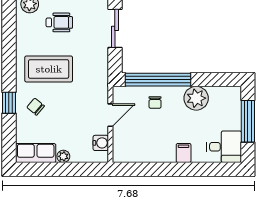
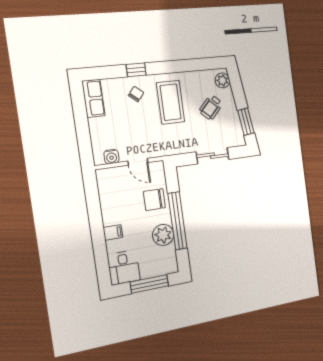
wheelchair: (59, 22) -> (211, 107), turned 43
window: (158, 80) -> (178, 221), moved
chair: (155, 103) -> (154, 200), width x1.87, depth x1.87
plant: (63, 156) -> (94, 124), removed

